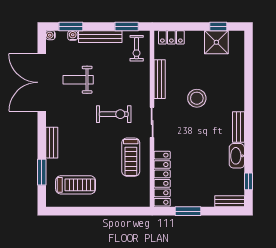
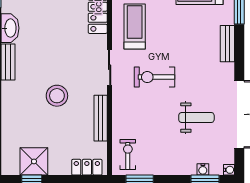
bench: (100, 37) -> (170, 168), removed

